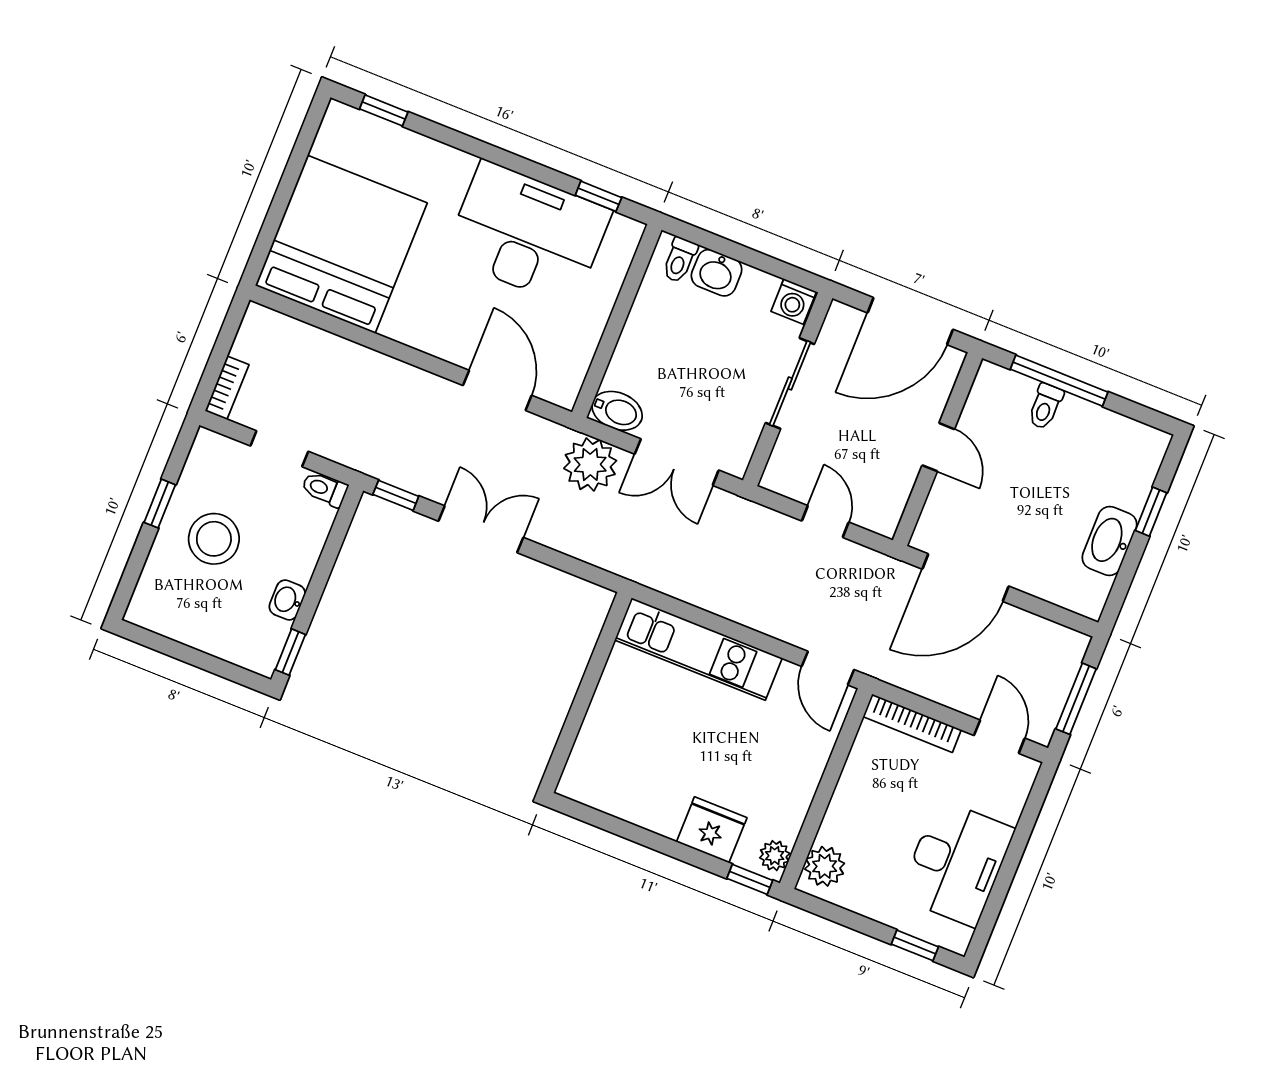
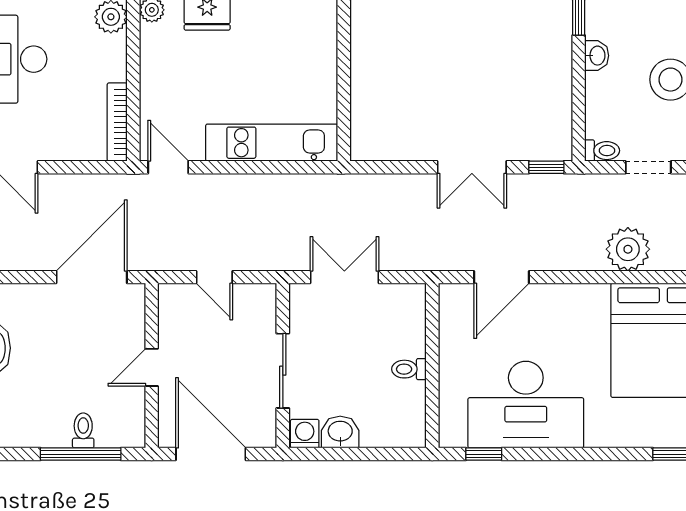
toilet: (680, 260) -> (409, 369), moved, turned -90
washbasin: (717, 273) -> (340, 432), moved
door: (910, 321) -> (211, 454), hinge flipped
door: (497, 390) -> (501, 277), hinge flipped
bidet: (617, 411) -> (405, 298), removed
door: (938, 447) -> (152, 367), hinge flipped
plant: (590, 464) -> (628, 249), moved
bookcase: (912, 723) -> (117, 122), moved, turned -90

